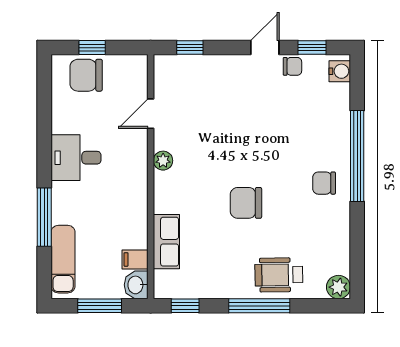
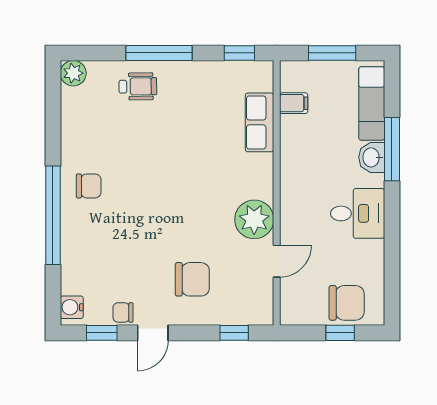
plant: (163, 161) -> (254, 219), width x1.87, depth x1.87
chair: (246, 203) -> (192, 279), moved
wheelchair: (279, 275) -> (138, 86), width x0.73, depth x0.73
washbasin: (136, 285) -> (372, 157), moved, turned 180

